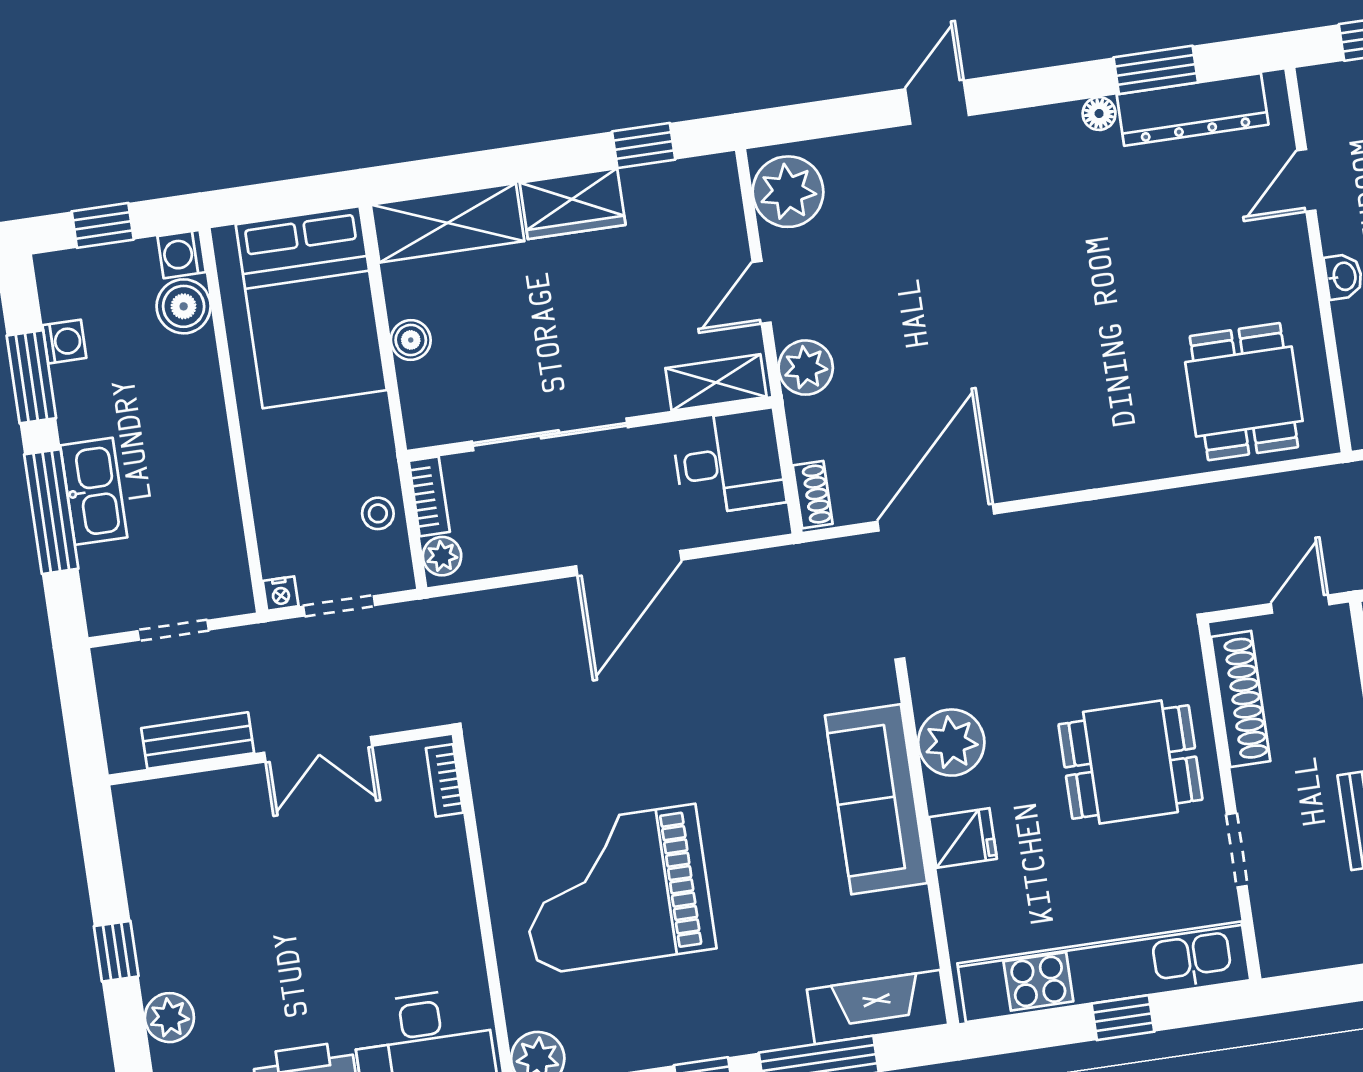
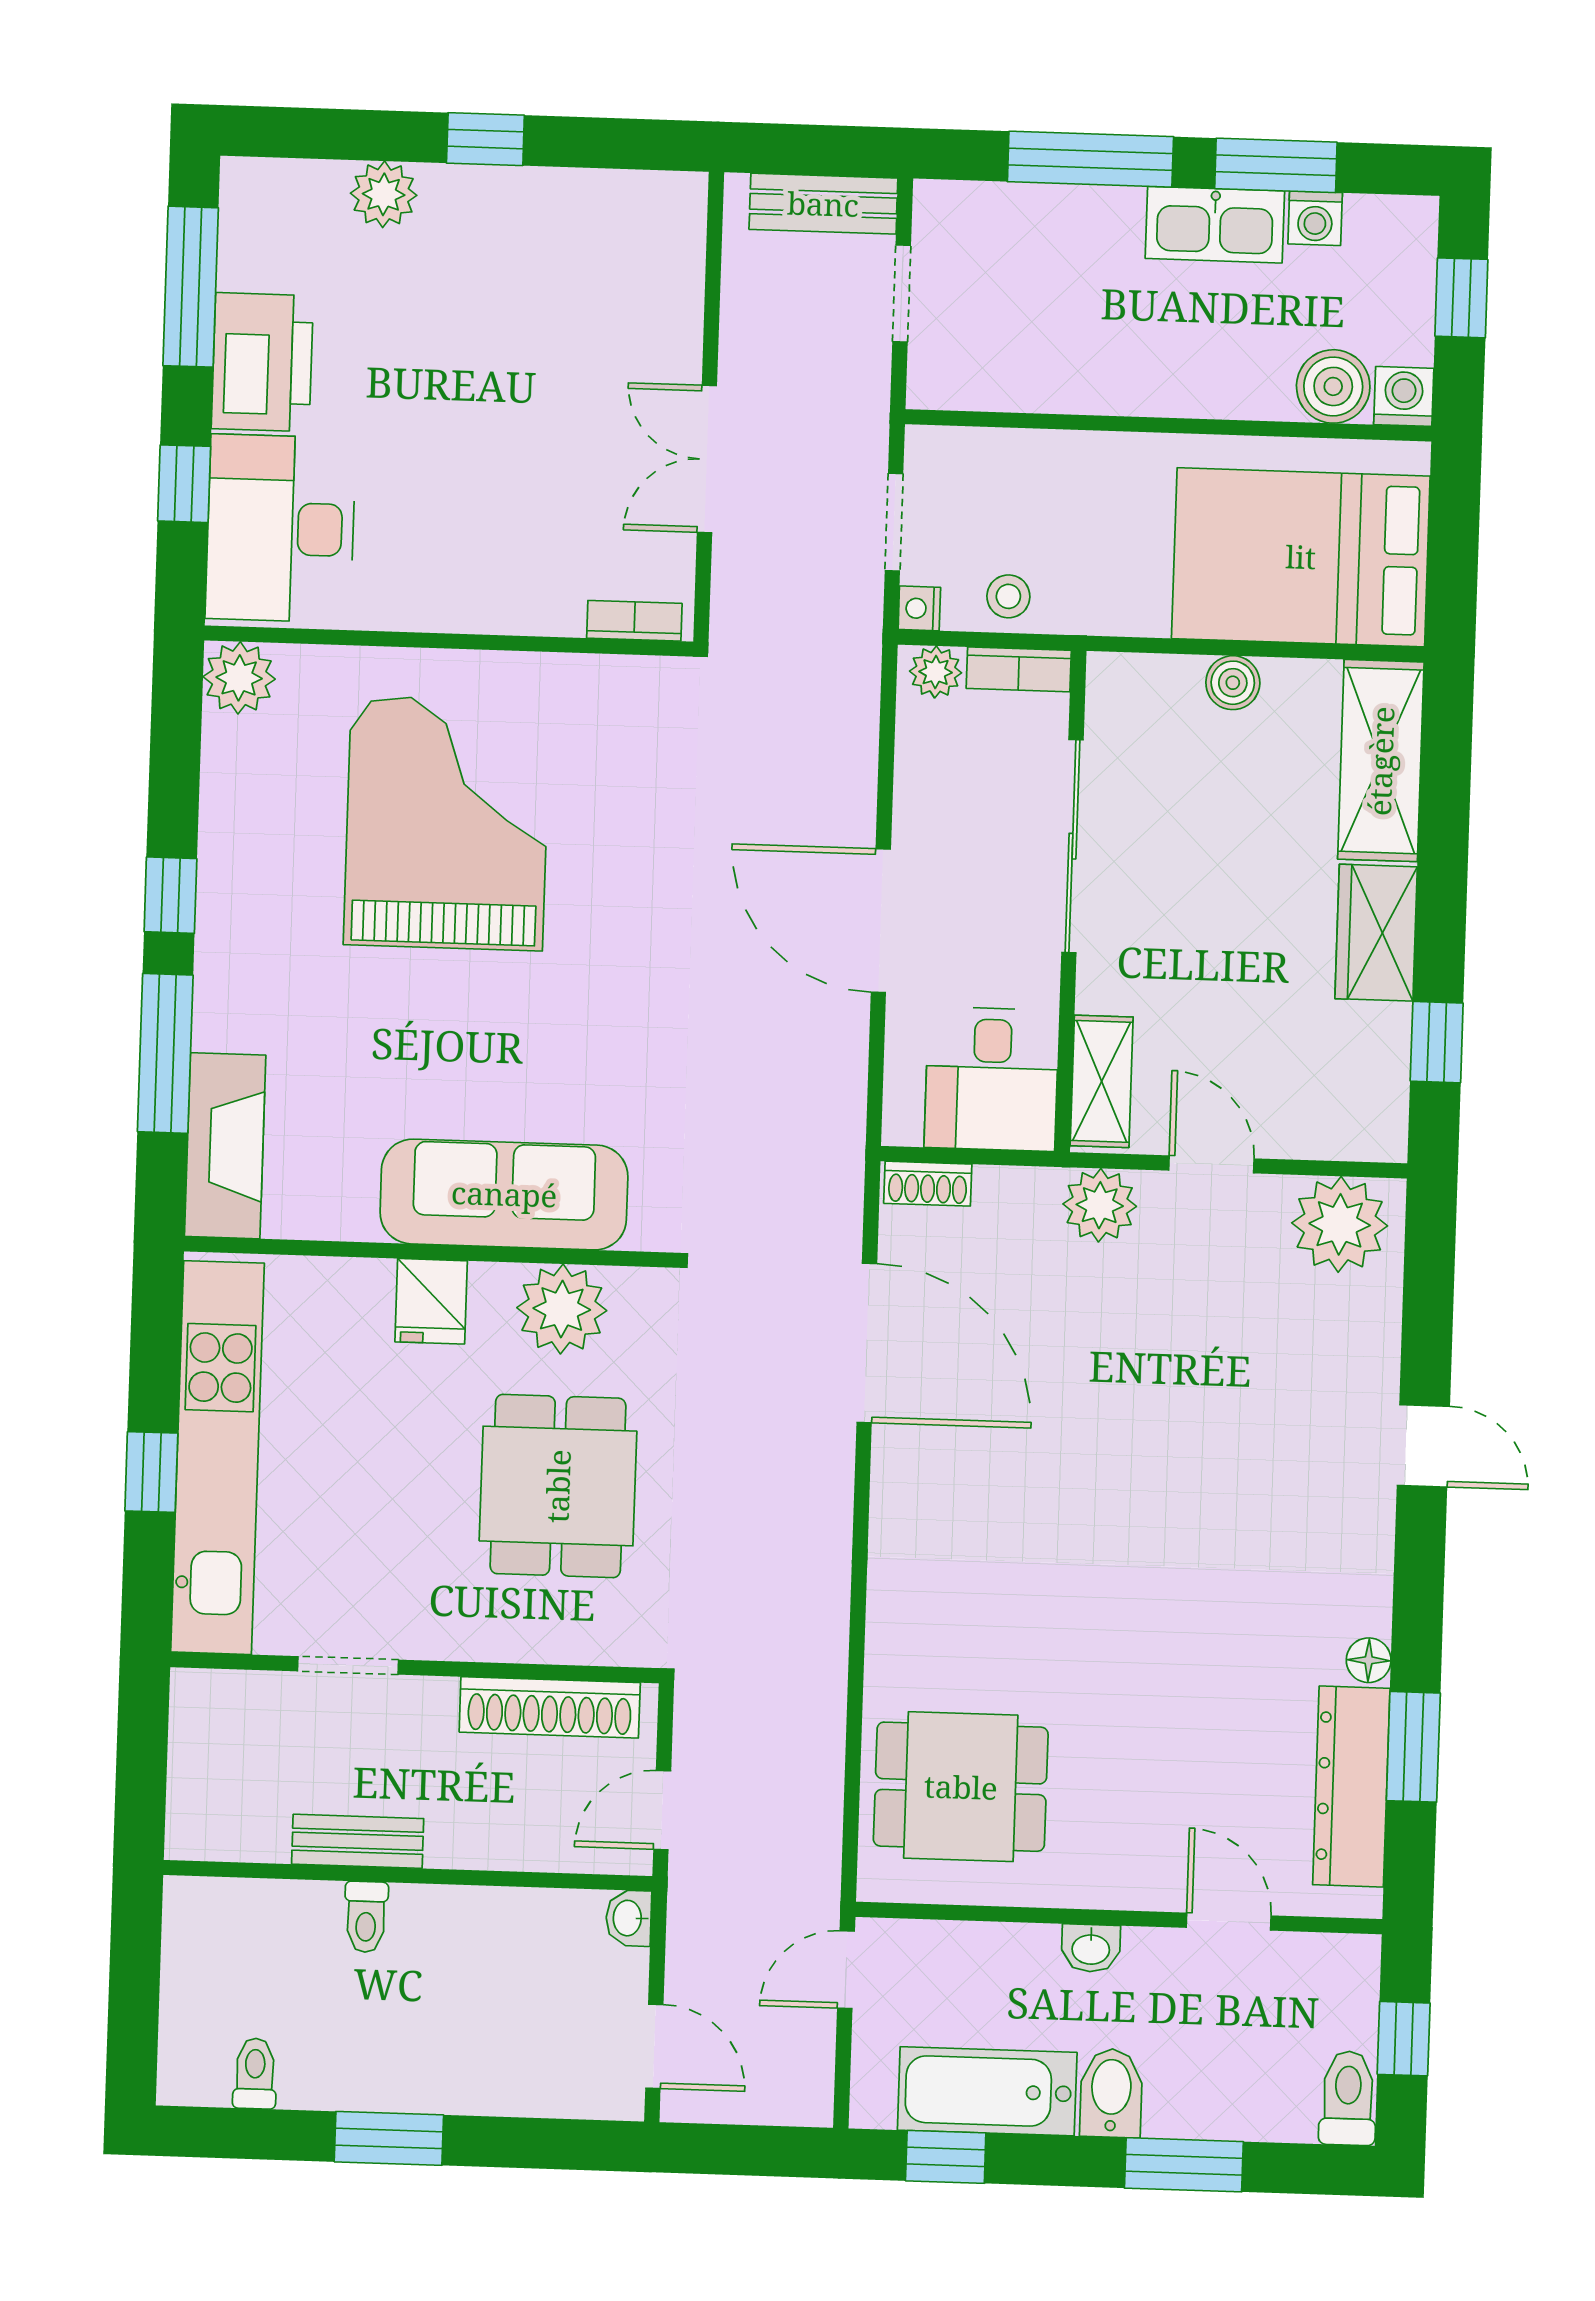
kitchen sink: (94, 491) -> (1215, 225), moved
nightstand: (281, 594) -> (919, 608), moved
door: (1300, 604) -> (662, 1810), swing flipped
bench: (198, 741) -> (823, 204), moved, turned 90
dining table: (1130, 762) -> (558, 1486), moved

